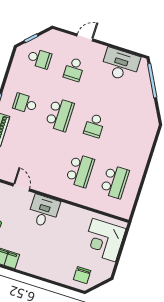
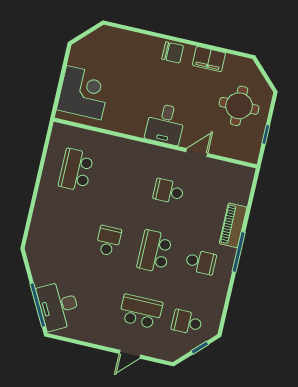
desk: (120, 65) -> (59, 306), moved, turned 62
school desk: (74, 69) -> (141, 312), width x1.85
school desk: (80, 171) -> (168, 191), moved, width x0.54
door: (21, 187) -> (197, 153), swing flipped
chair: (82, 275) -> (173, 52), moved, turned 90

